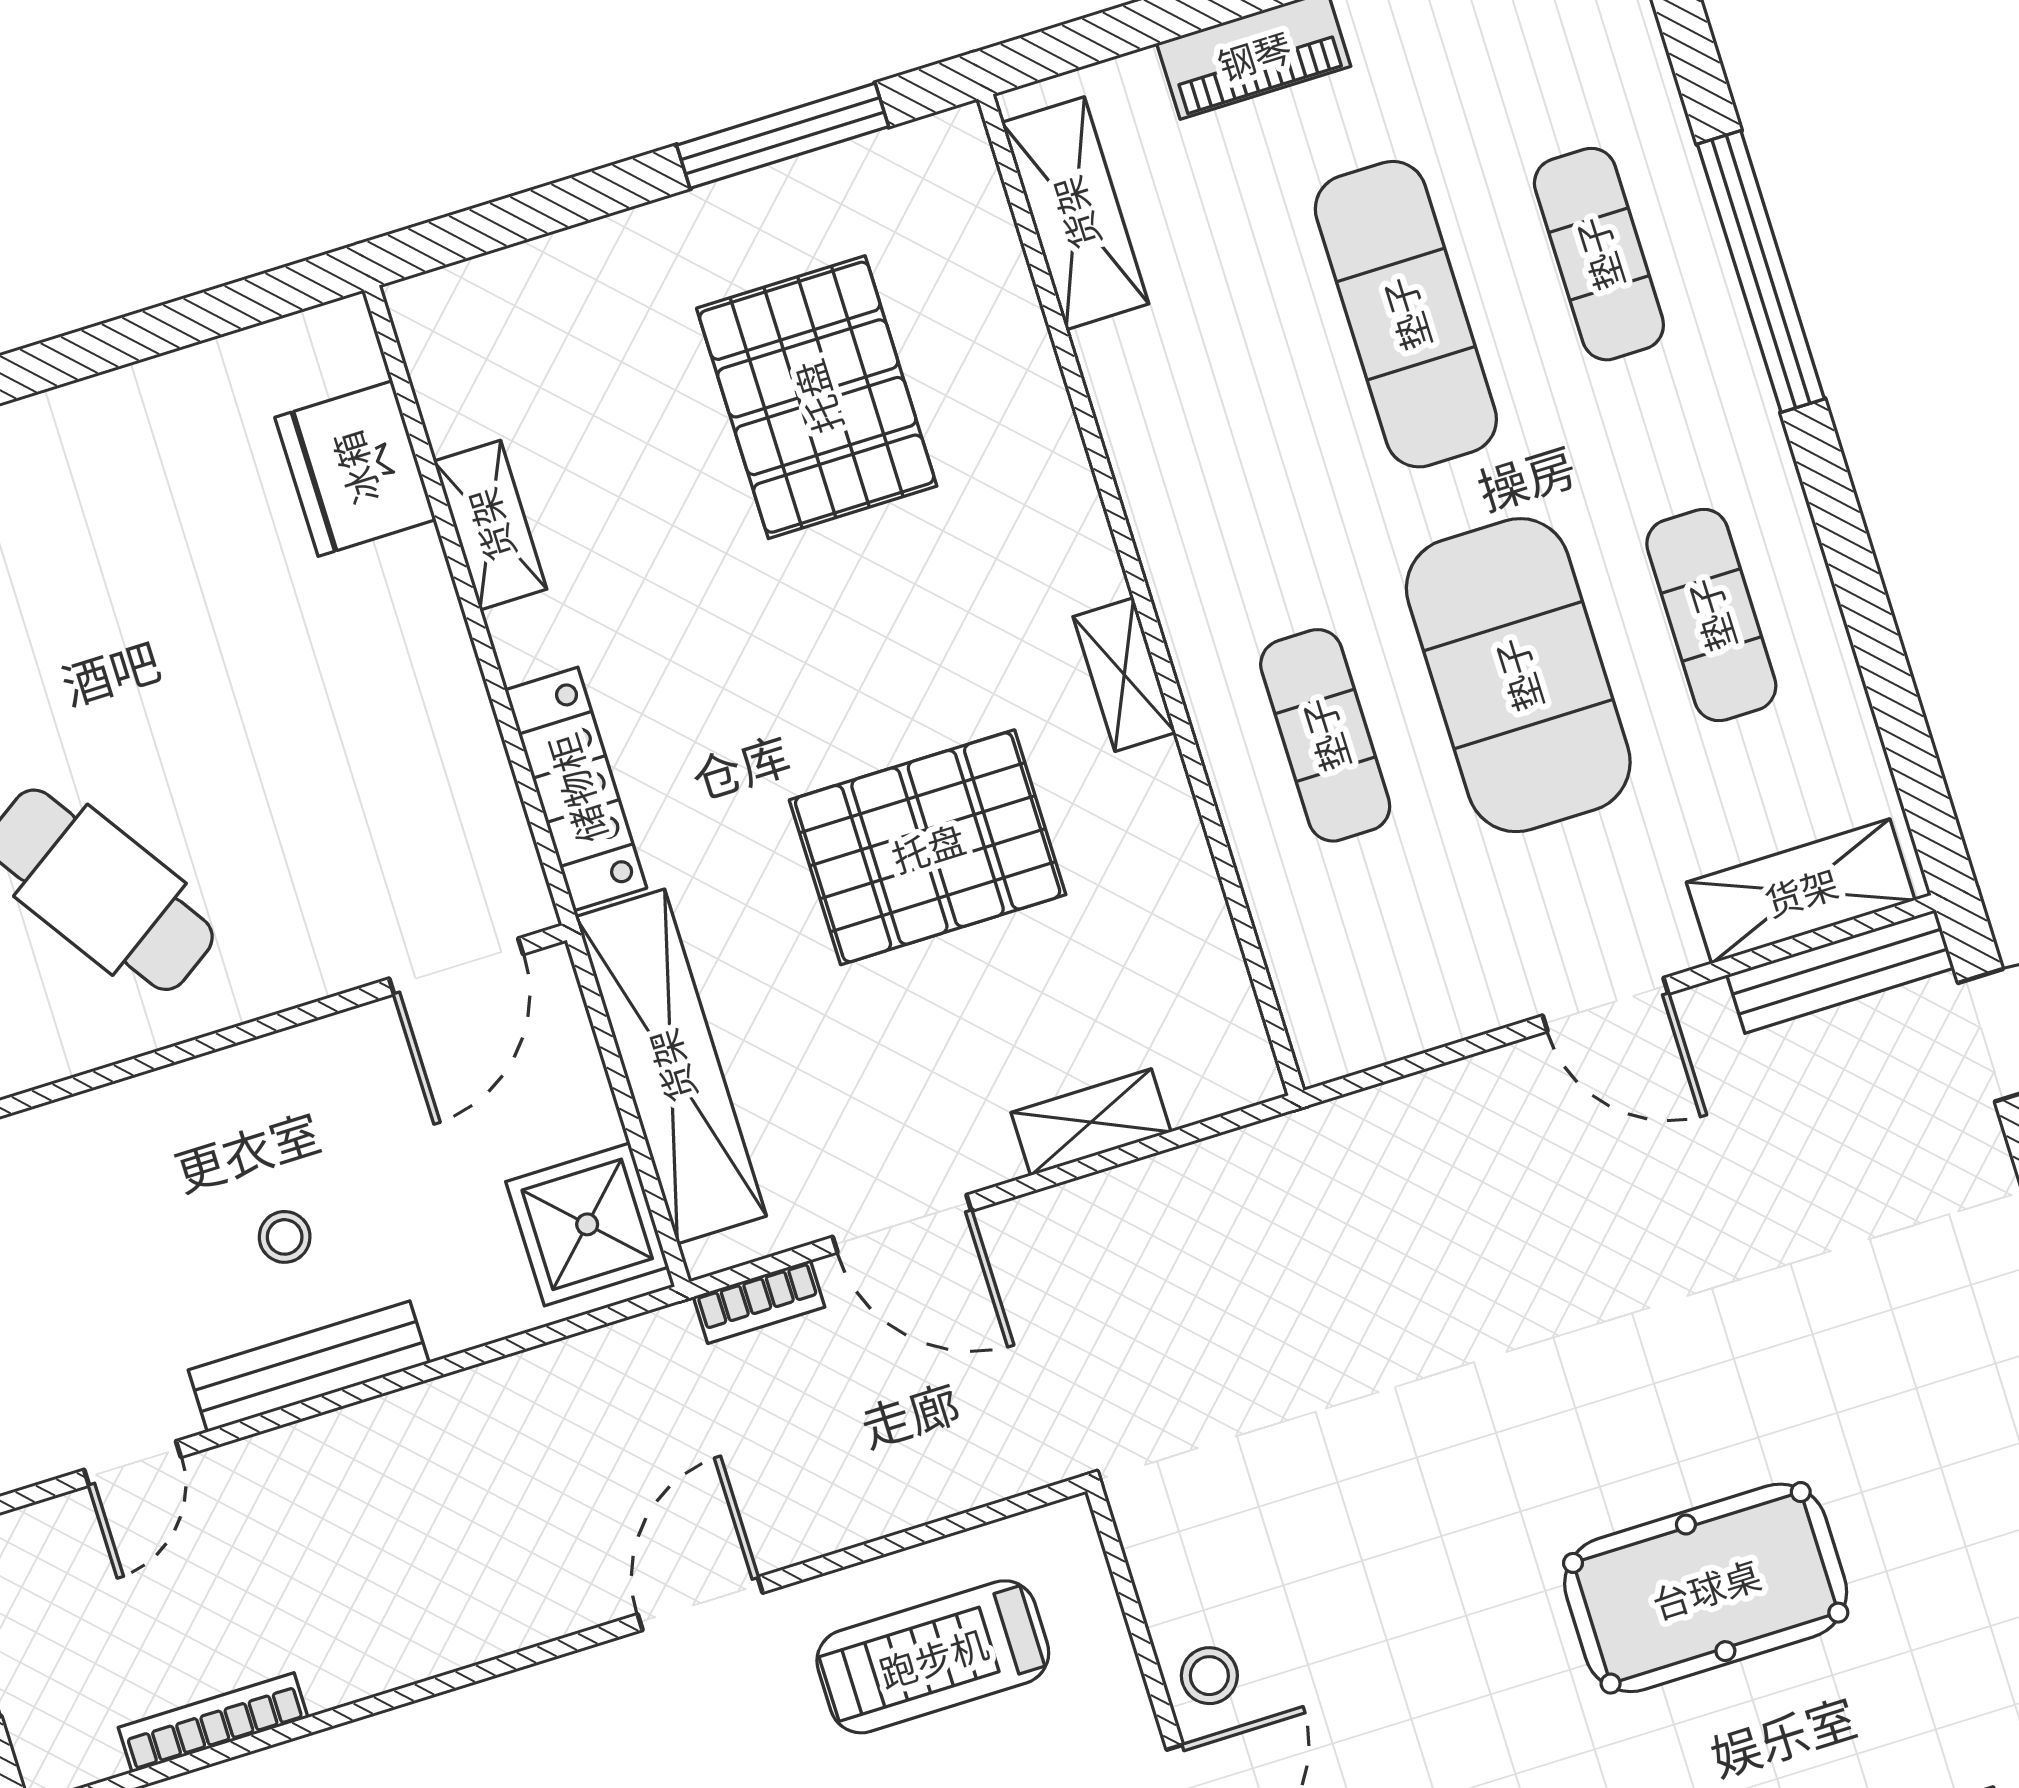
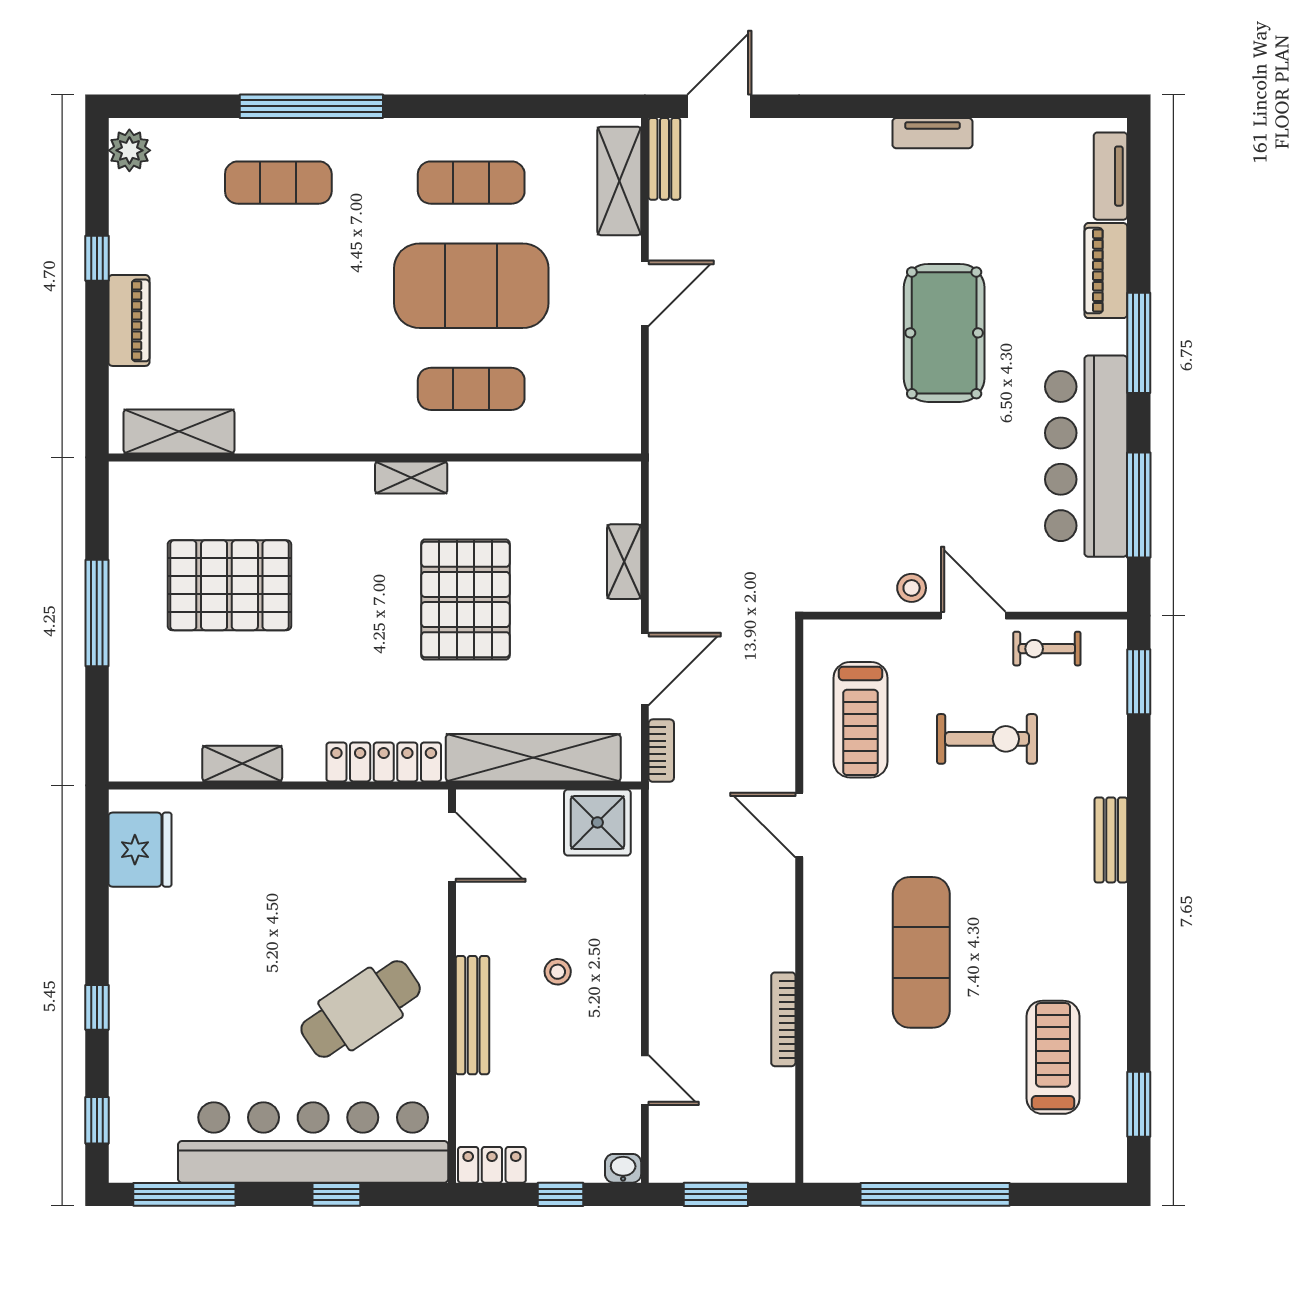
window: (783, 136) -> (97, 613), moved
exercise mat: (1406, 314) -> (278, 286), removed
fridge: (355, 468) -> (140, 850), moved, turned -90
bench: (1840, 971) -> (664, 159), width x0.73
bench: (309, 1366) -> (472, 1015), moved
bookcase: (213, 1723) -> (783, 1019), moved

